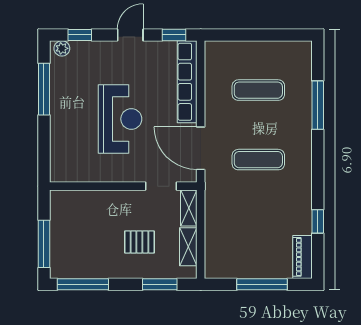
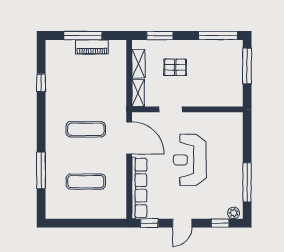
doorway: (161, 186) -> (171, 109), moved
piano: (302, 257) -> (92, 47), moved, turned 90

